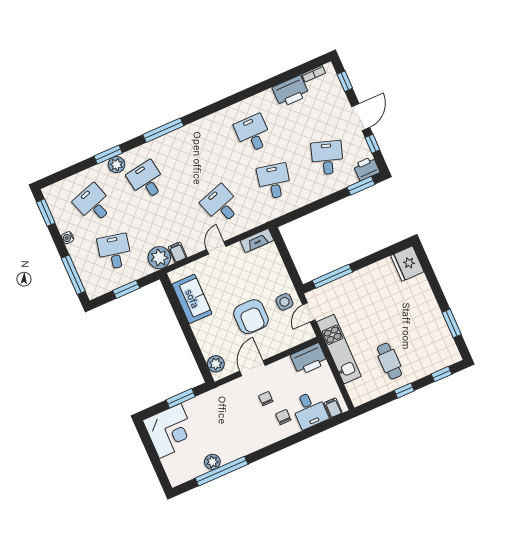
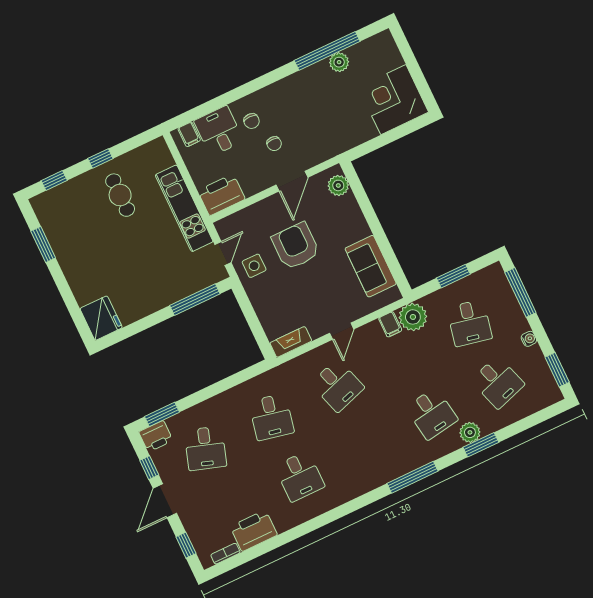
window: (181, 398) -> (381, 141), removed

